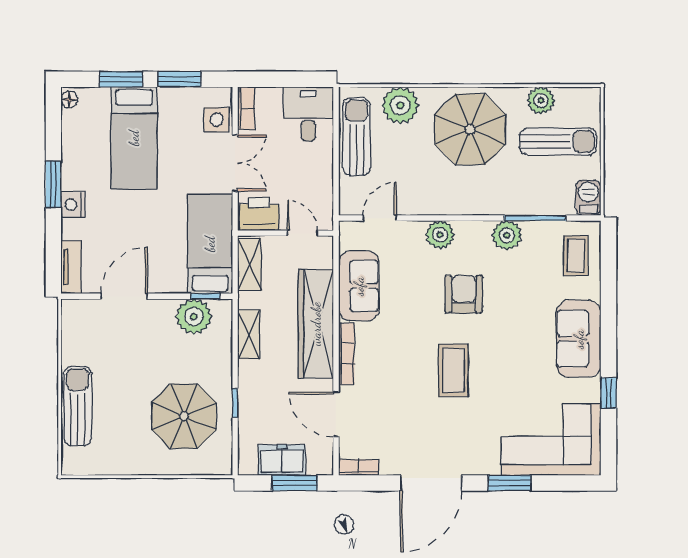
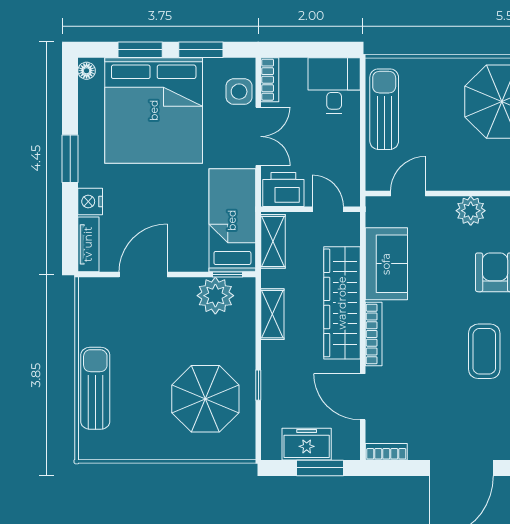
plant: (400, 105) -> (429, 77), removed
bed: (134, 138) -> (154, 110), width x2.04
nightstand: (73, 205) -> (90, 201), moved

